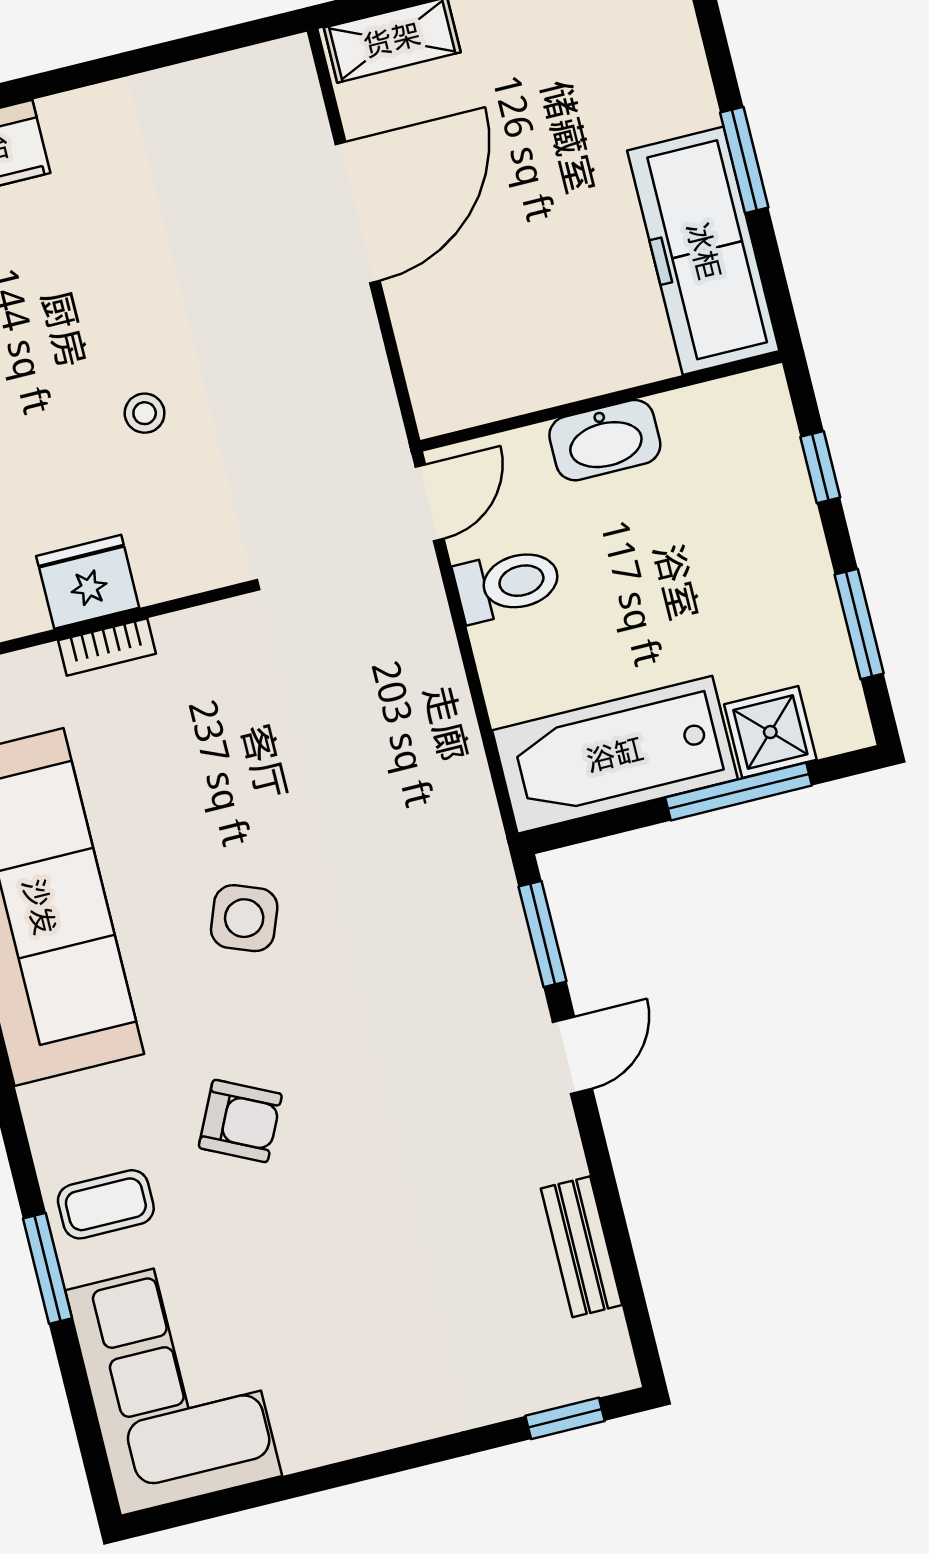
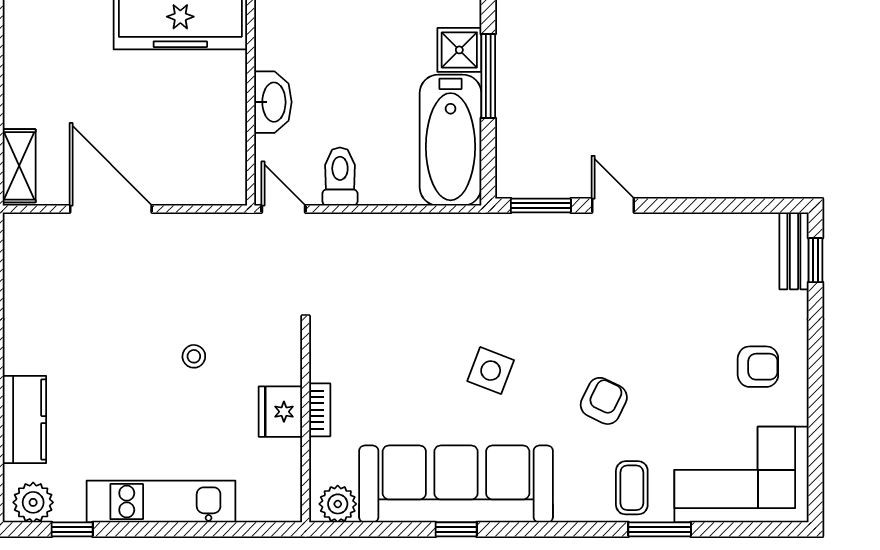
bench: (581, 1247) -> (794, 251), moved, turned 90
armchair: (362, 1366) -> (758, 367), added

